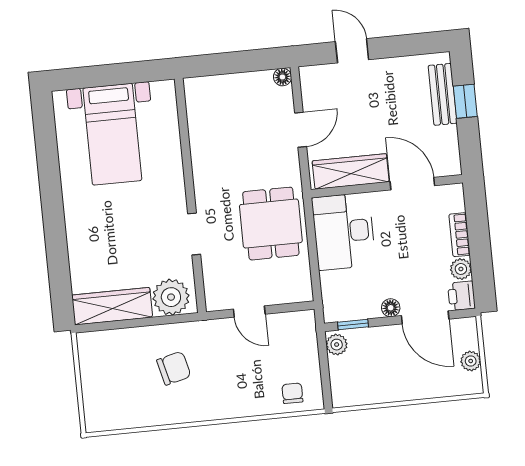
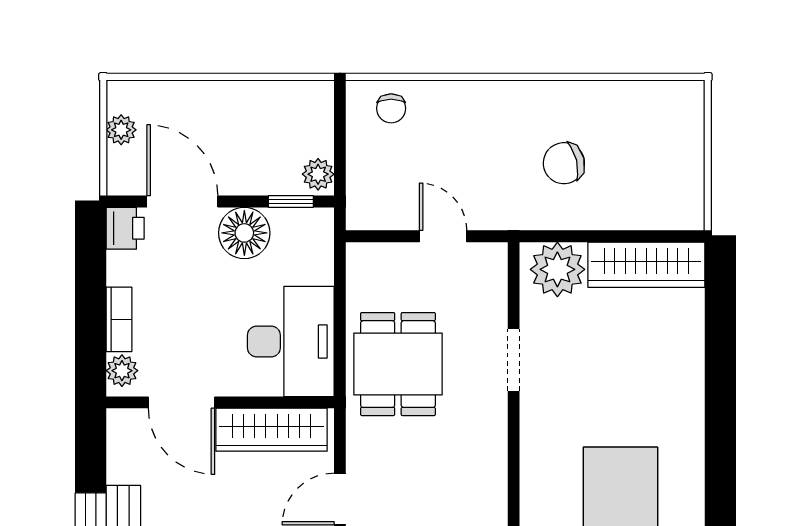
plant: (461, 269) -> (122, 371), moved
floor lamp: (391, 308) -> (244, 233), width x1.89, depth x1.89

